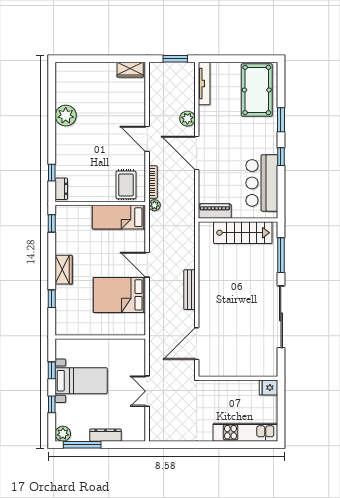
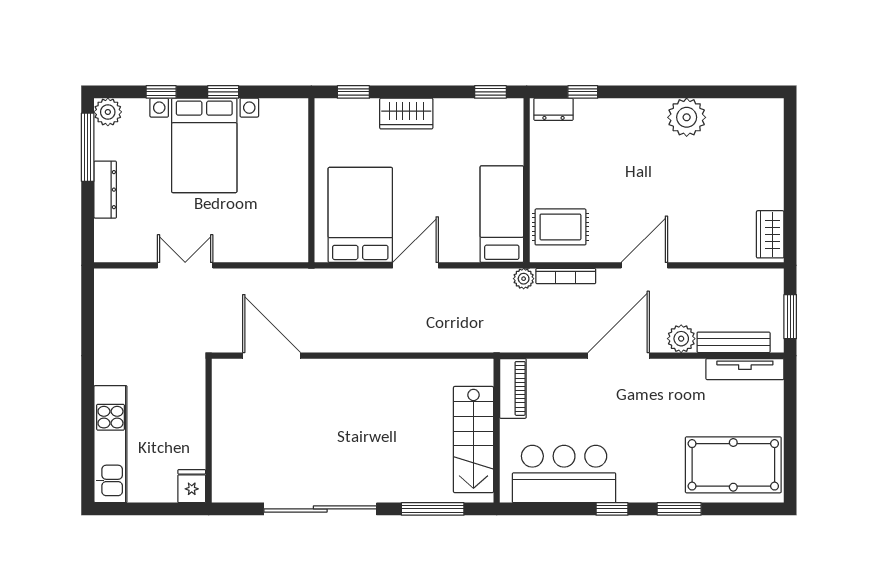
bench: (189, 290) -> (734, 342), moved
wall: (100, 337) -> (311, 180), moved
bed with nightstands: (81, 381) -> (204, 145), width x1.36

